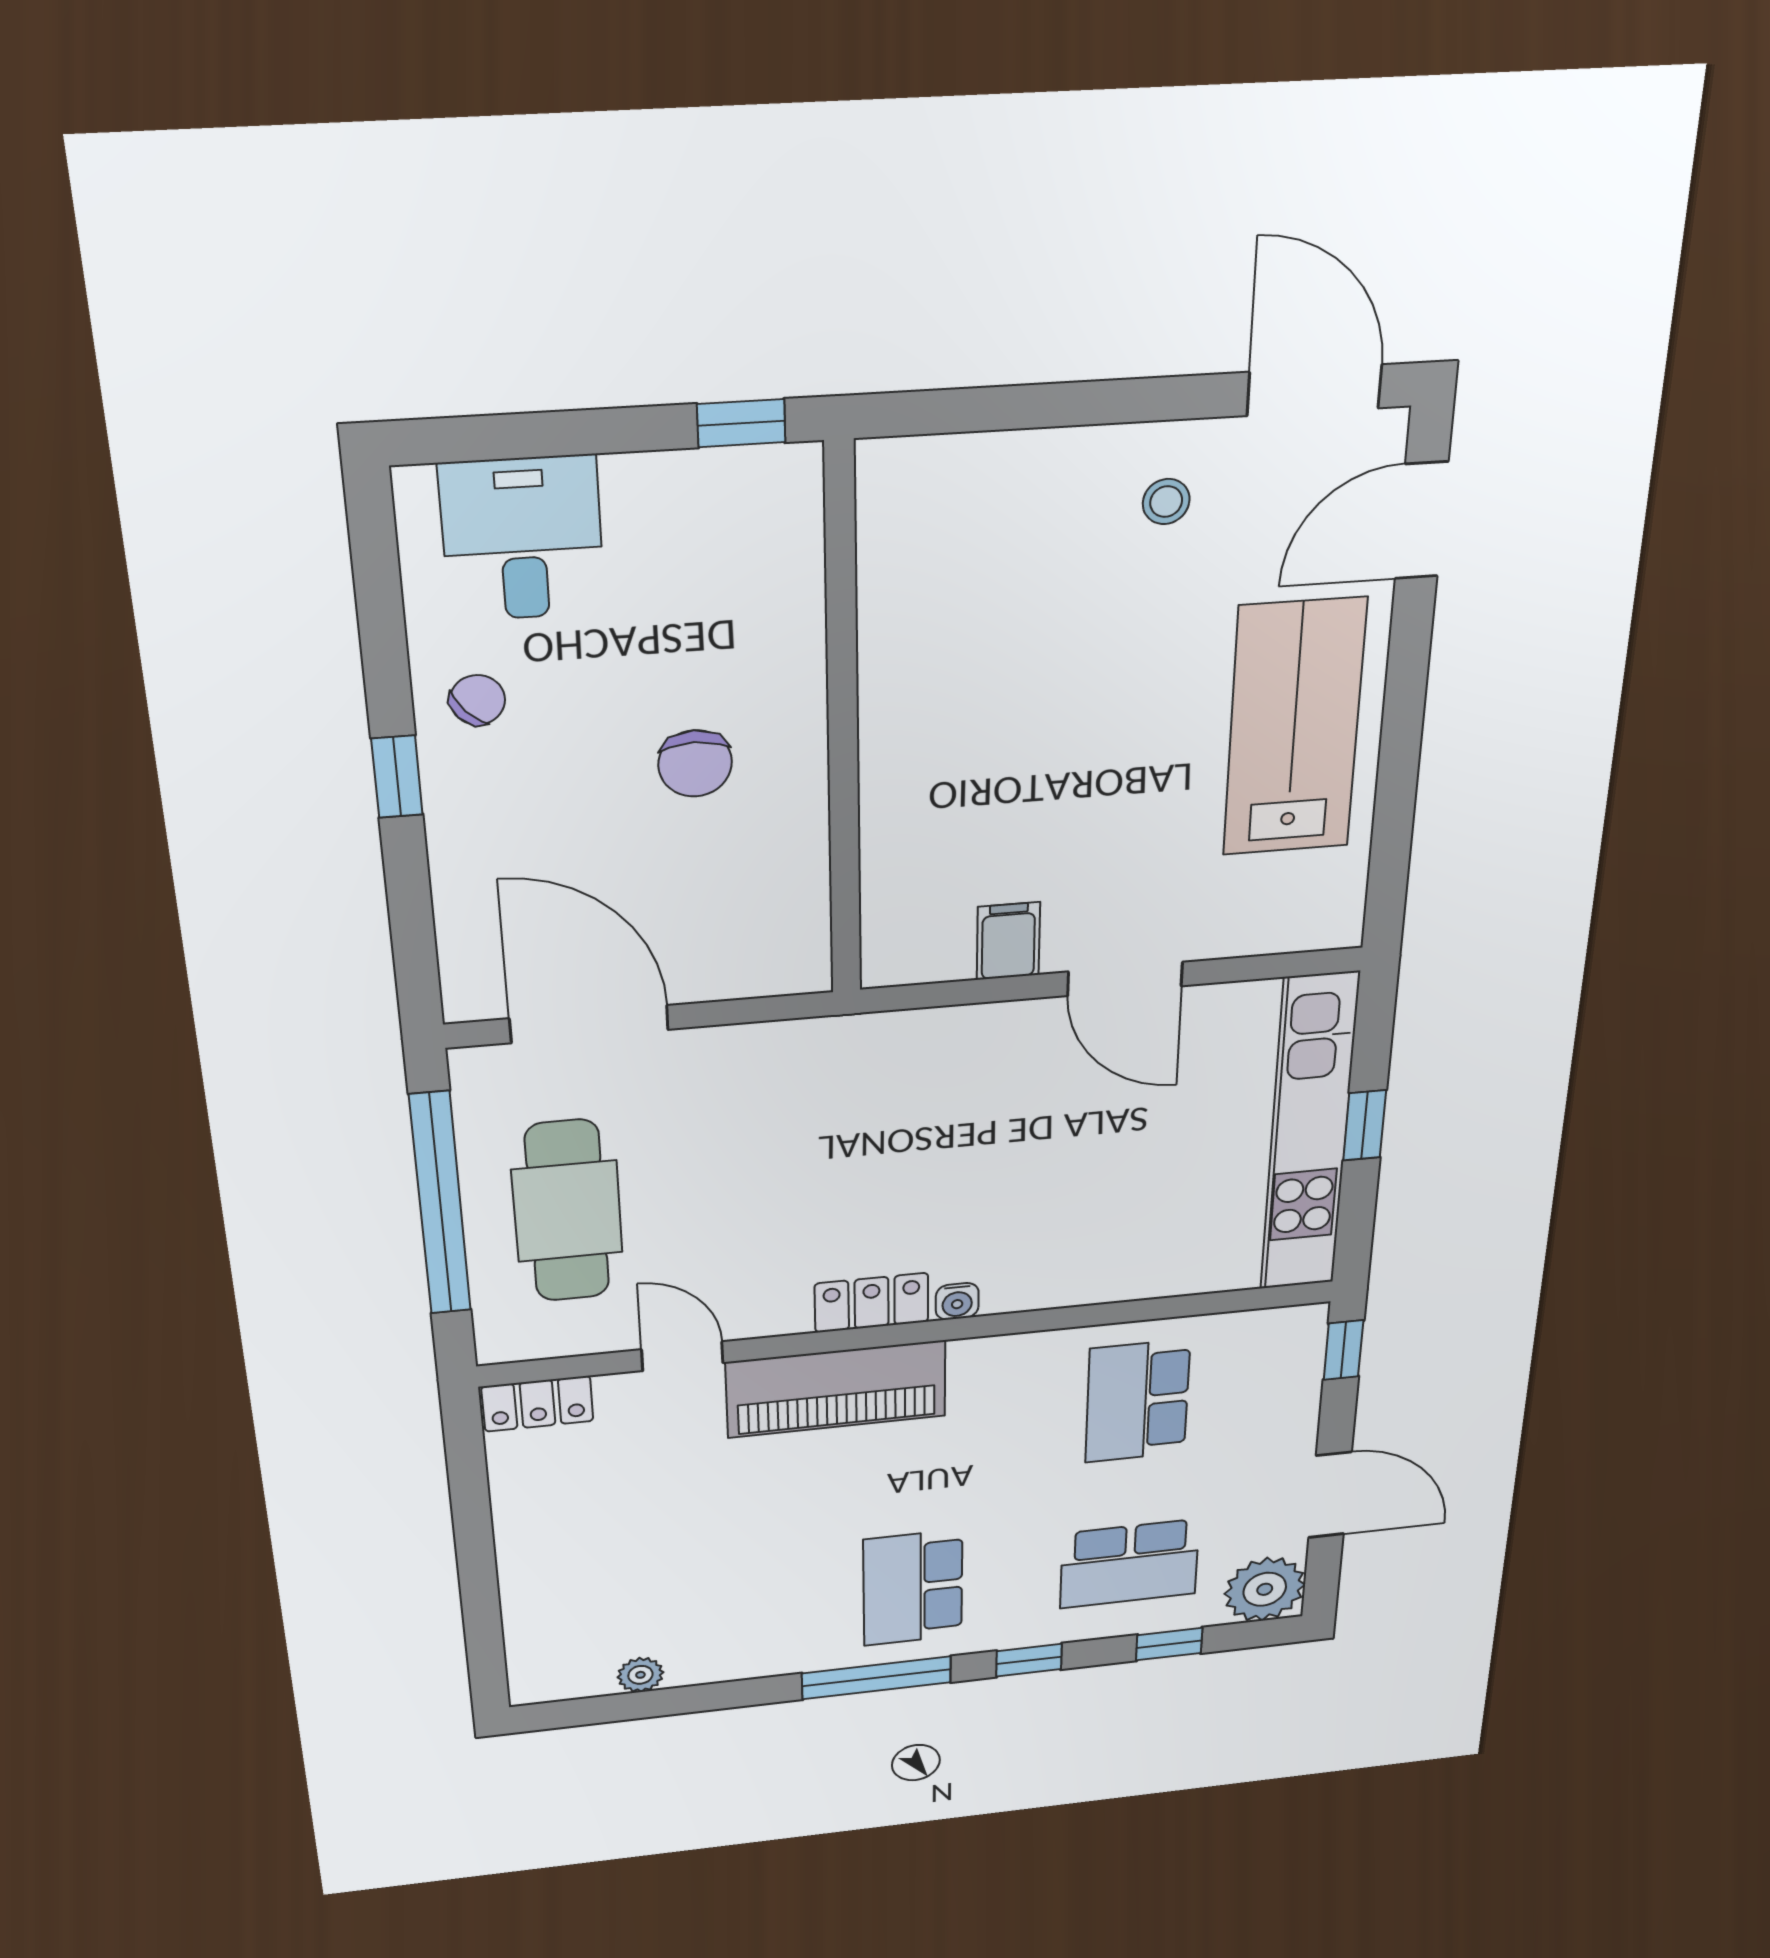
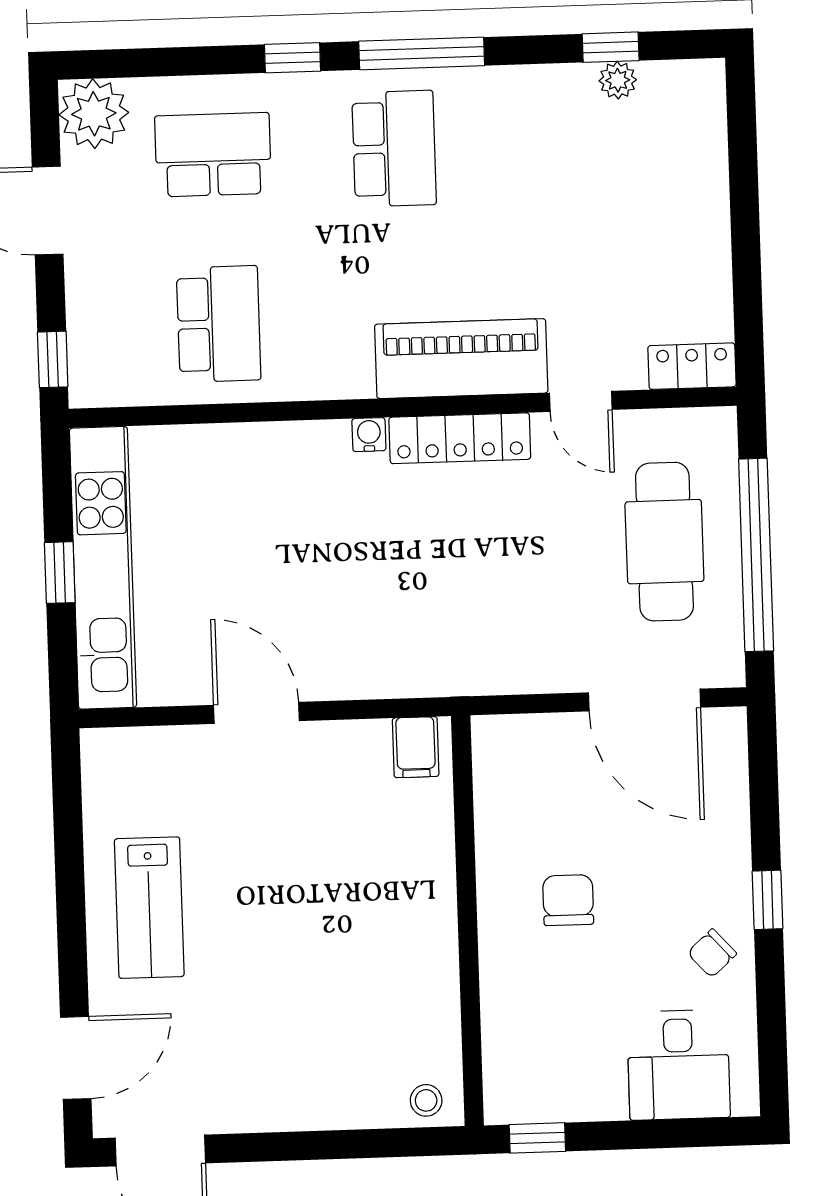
stool: (1166, 502) -> (426, 1100), moved
lab bench: (1294, 728) -> (149, 908), width x0.73, depth x0.72
filing cabinet: (1008, 941) -> (416, 747), moved
locker: (872, 1303) -> (460, 438), width x1.53
window: (1169, 1644) -> (611, 47), moved

